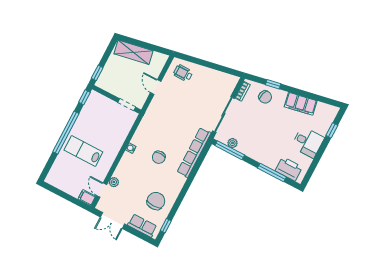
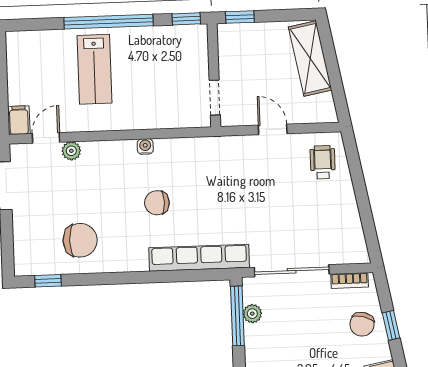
door: (156, 87) -> (273, 129), hinge flipped
lab bench: (83, 151) -> (94, 69), turned 180
row of seats: (142, 226) -> (25, 241), removed

